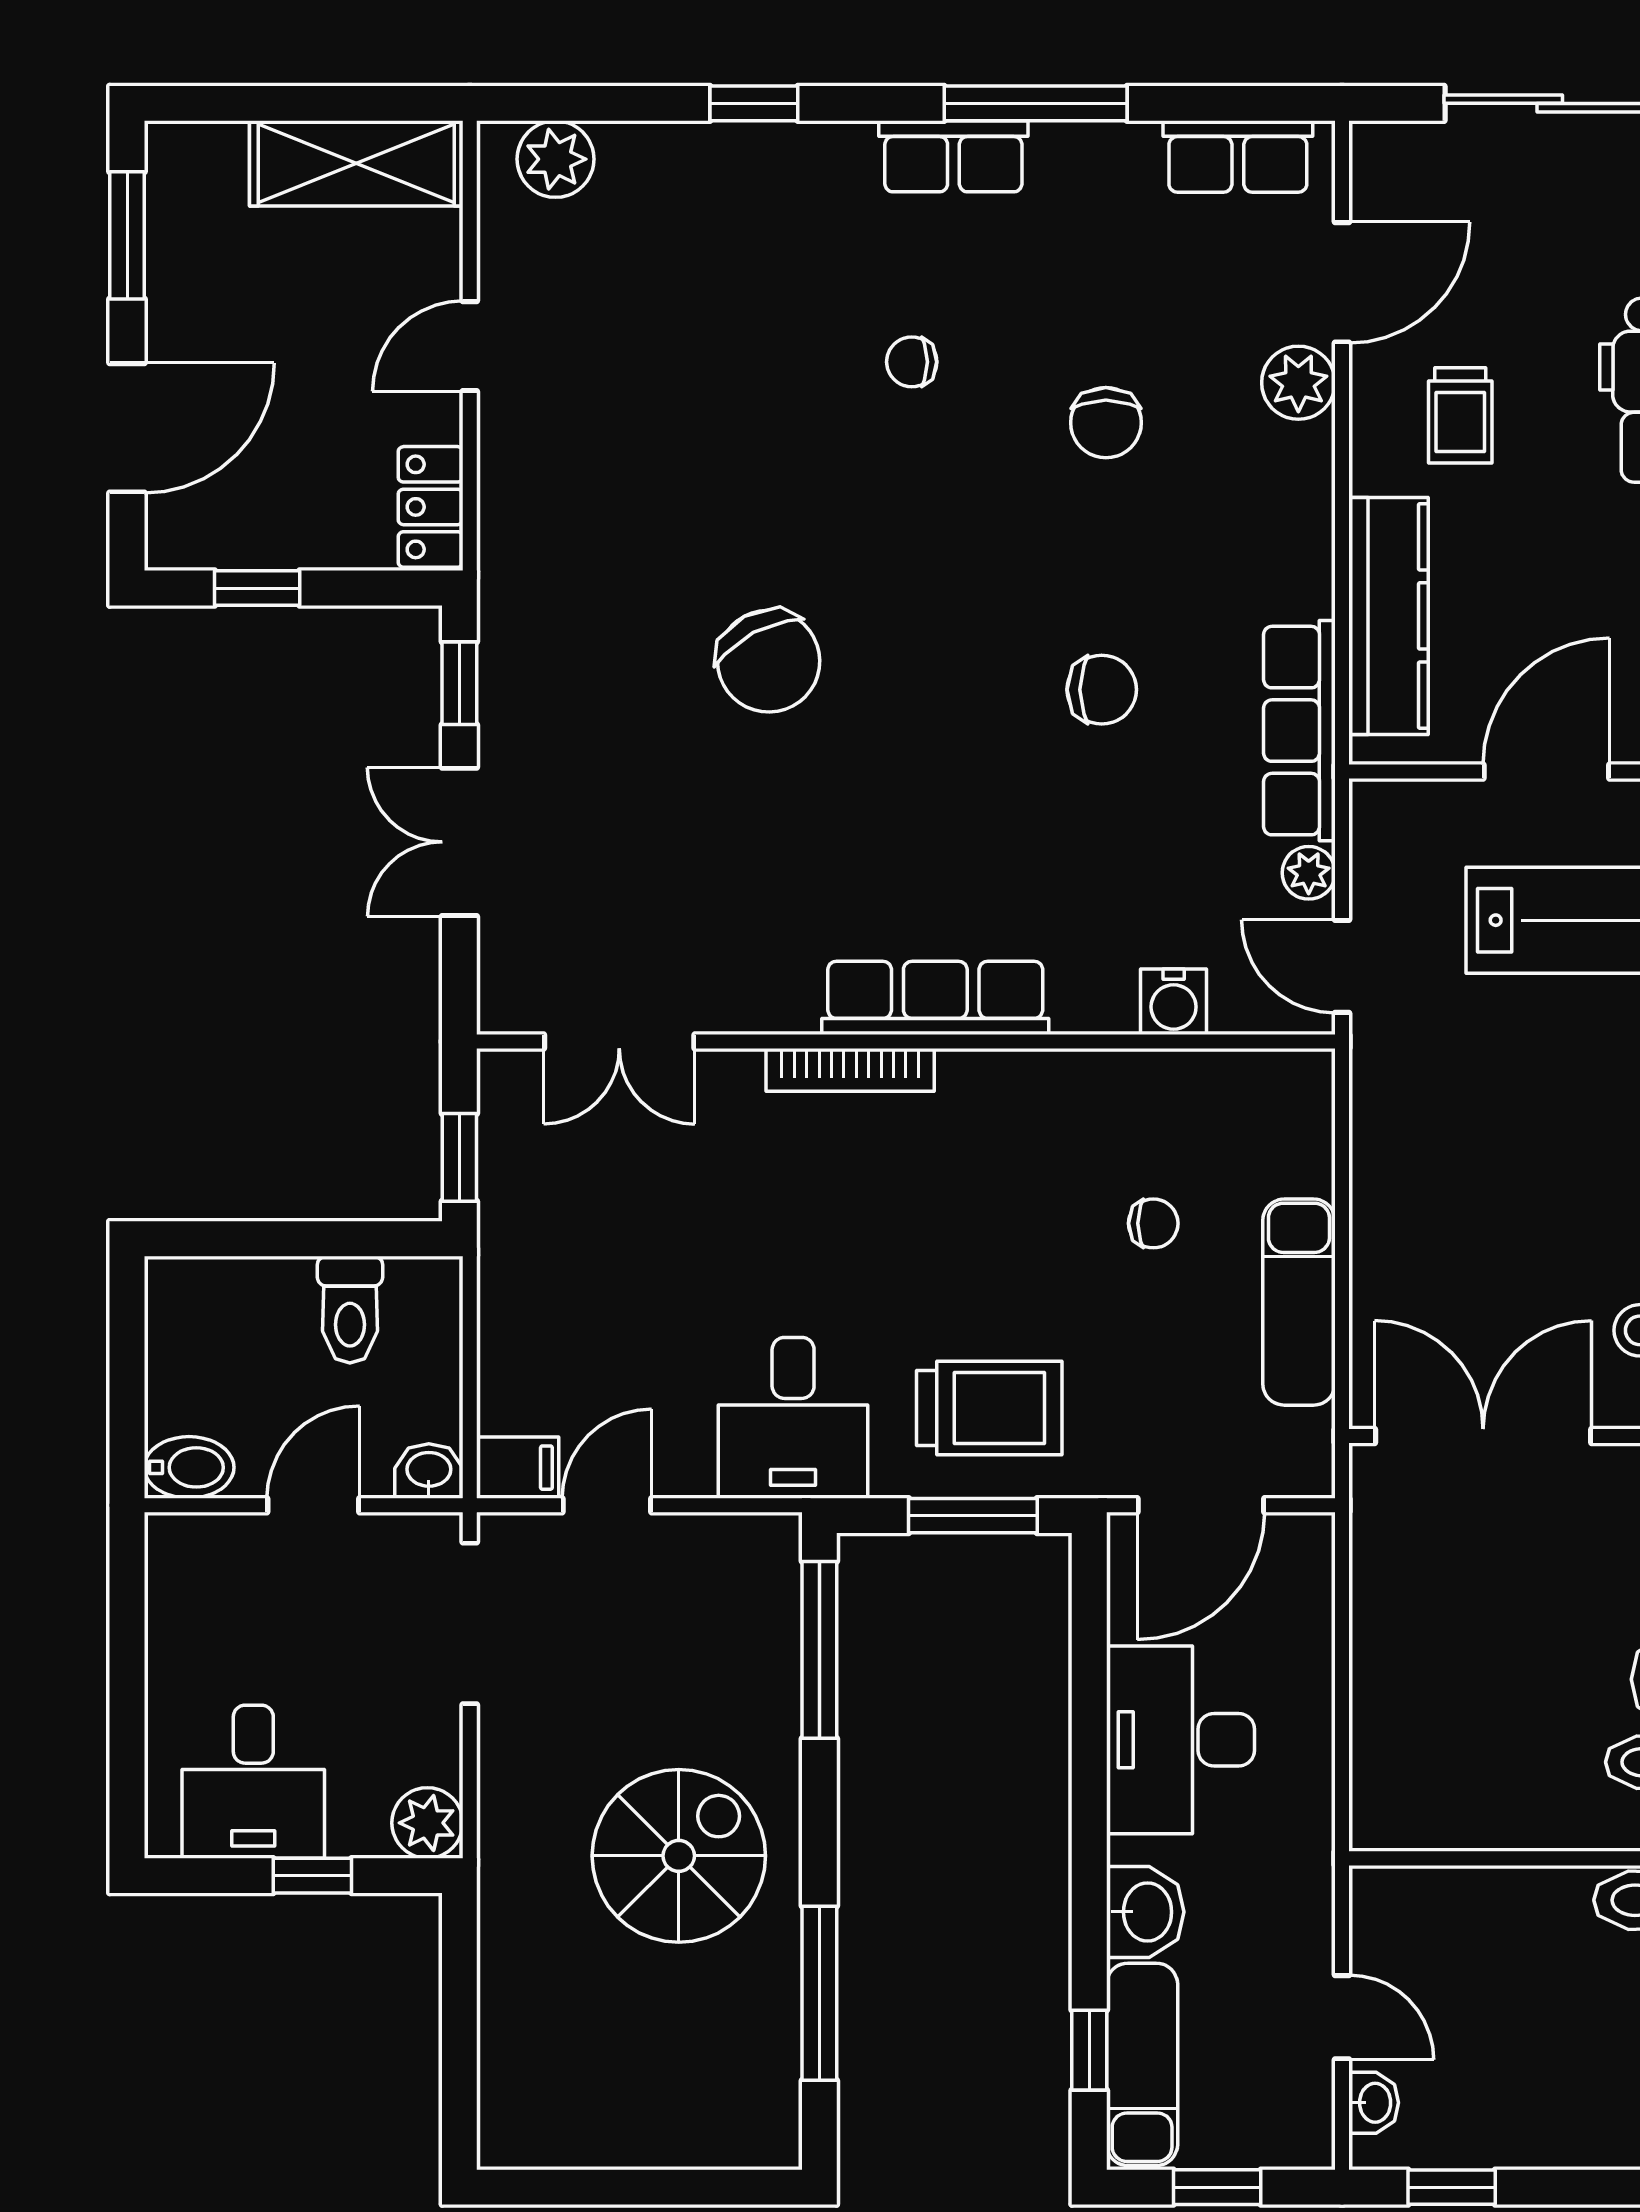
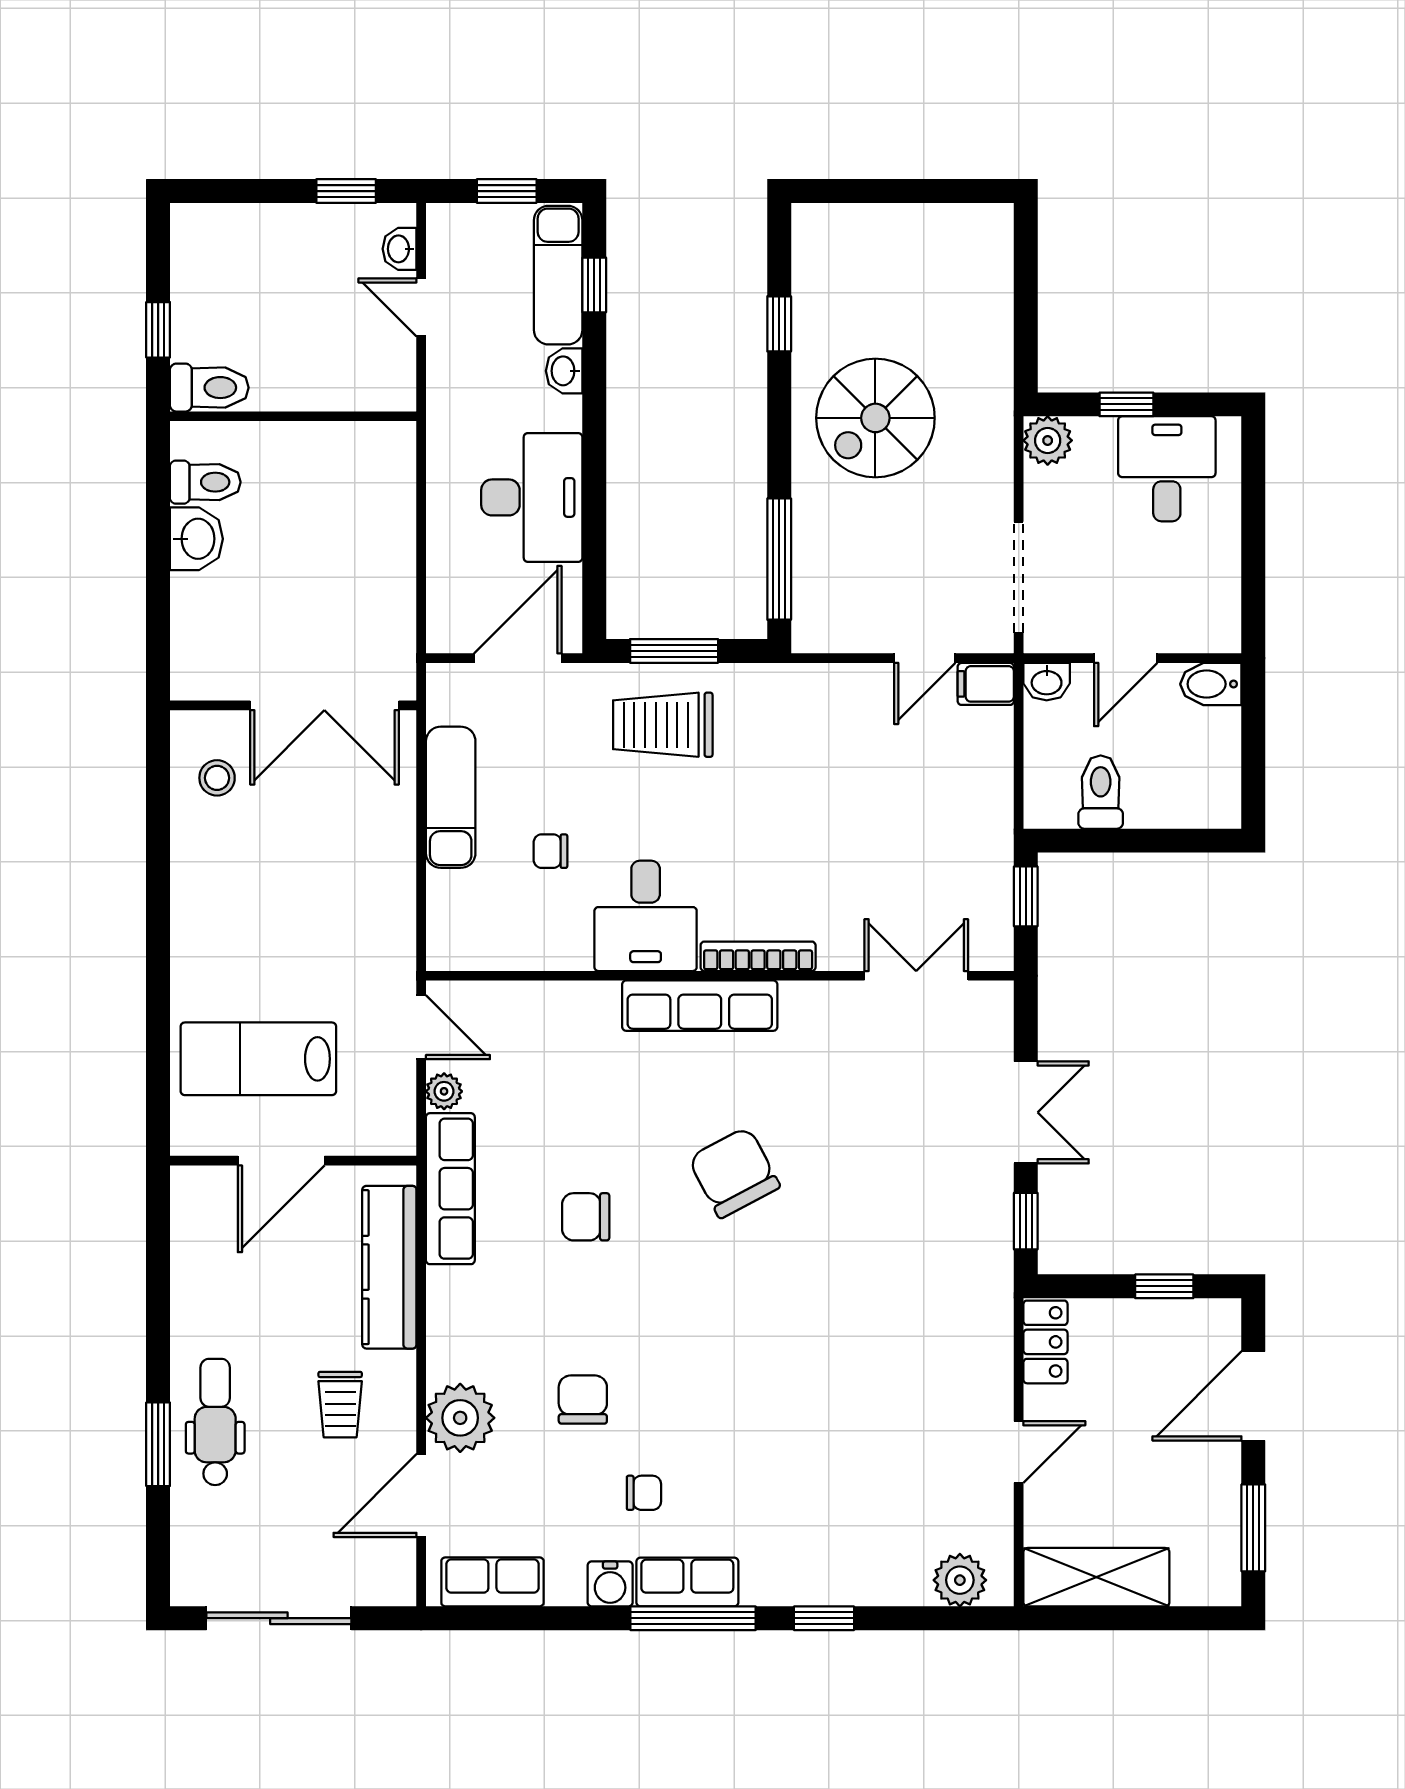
window: (1036, 103) -> (693, 1618), moved
chair: (912, 362) -> (644, 1493), moved
plant: (1298, 383) -> (460, 1418), width x1.36, depth x1.36
trolley: (1460, 415) -> (340, 1405), turned 180
chair: (769, 661) -> (734, 1172), moved
water cooler: (1174, 1002) -> (610, 1584), moved, turned 180
desk: (793, 1418) -> (646, 916), moved, turned 180
washbasin: (1145, 1912) -> (564, 371), width x0.72, depth x0.69
window: (819, 1993) -> (779, 324), width x0.46

